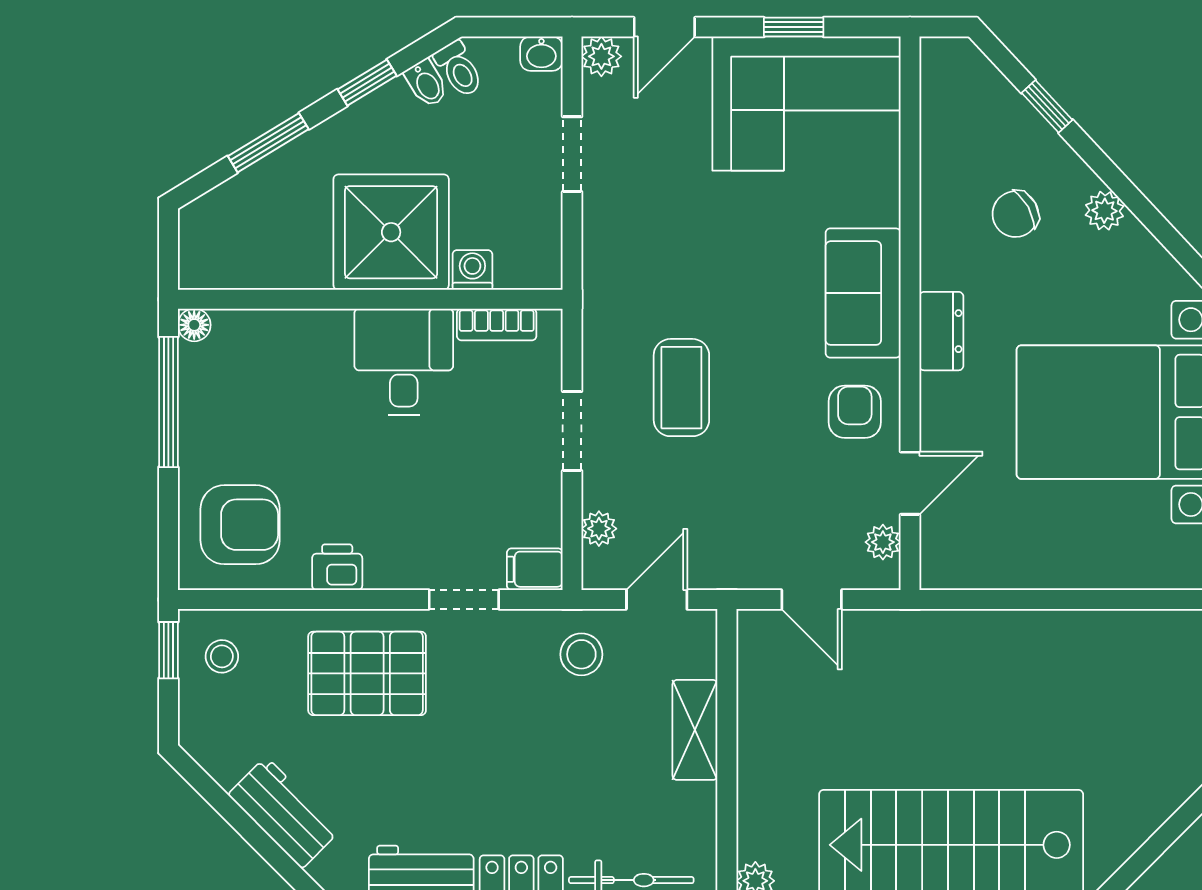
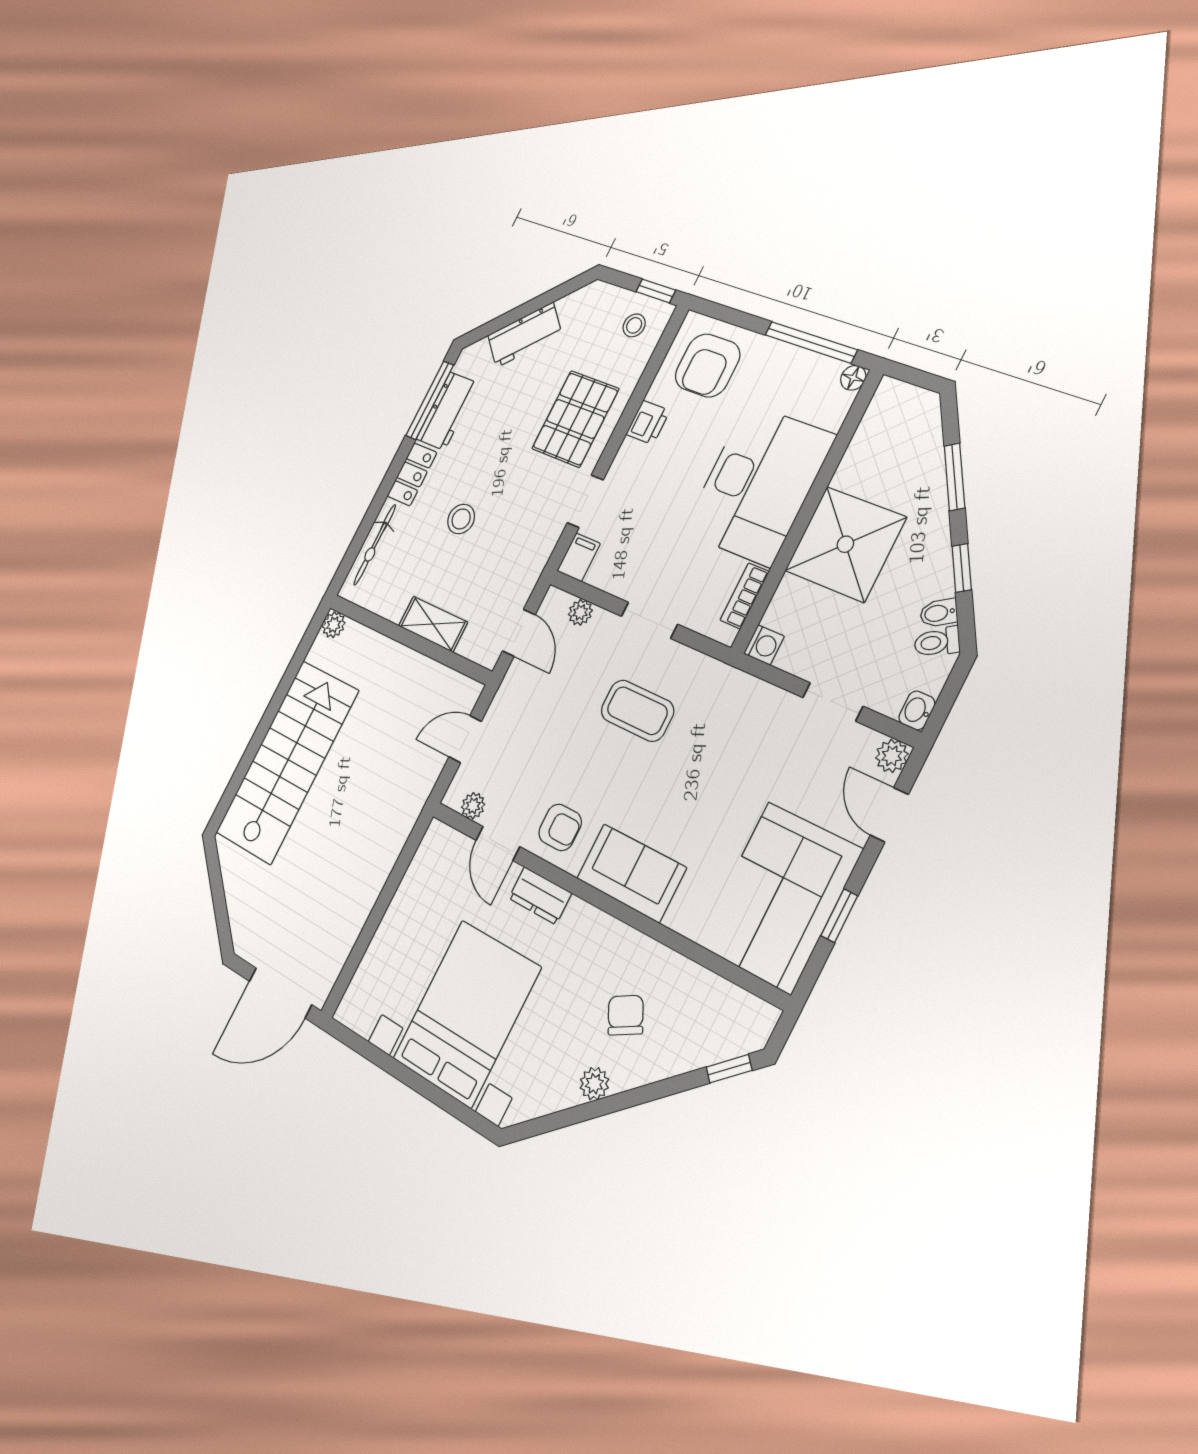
window: (1047, 106) -> (729, 1069), moved
washing machine: (472, 270) -> (764, 645), moved
dresser: (941, 331) -> (540, 896), moved
desk: (404, 362) -> (758, 484), width x1.87, depth x1.30
stool: (581, 654) -> (461, 519), moved

